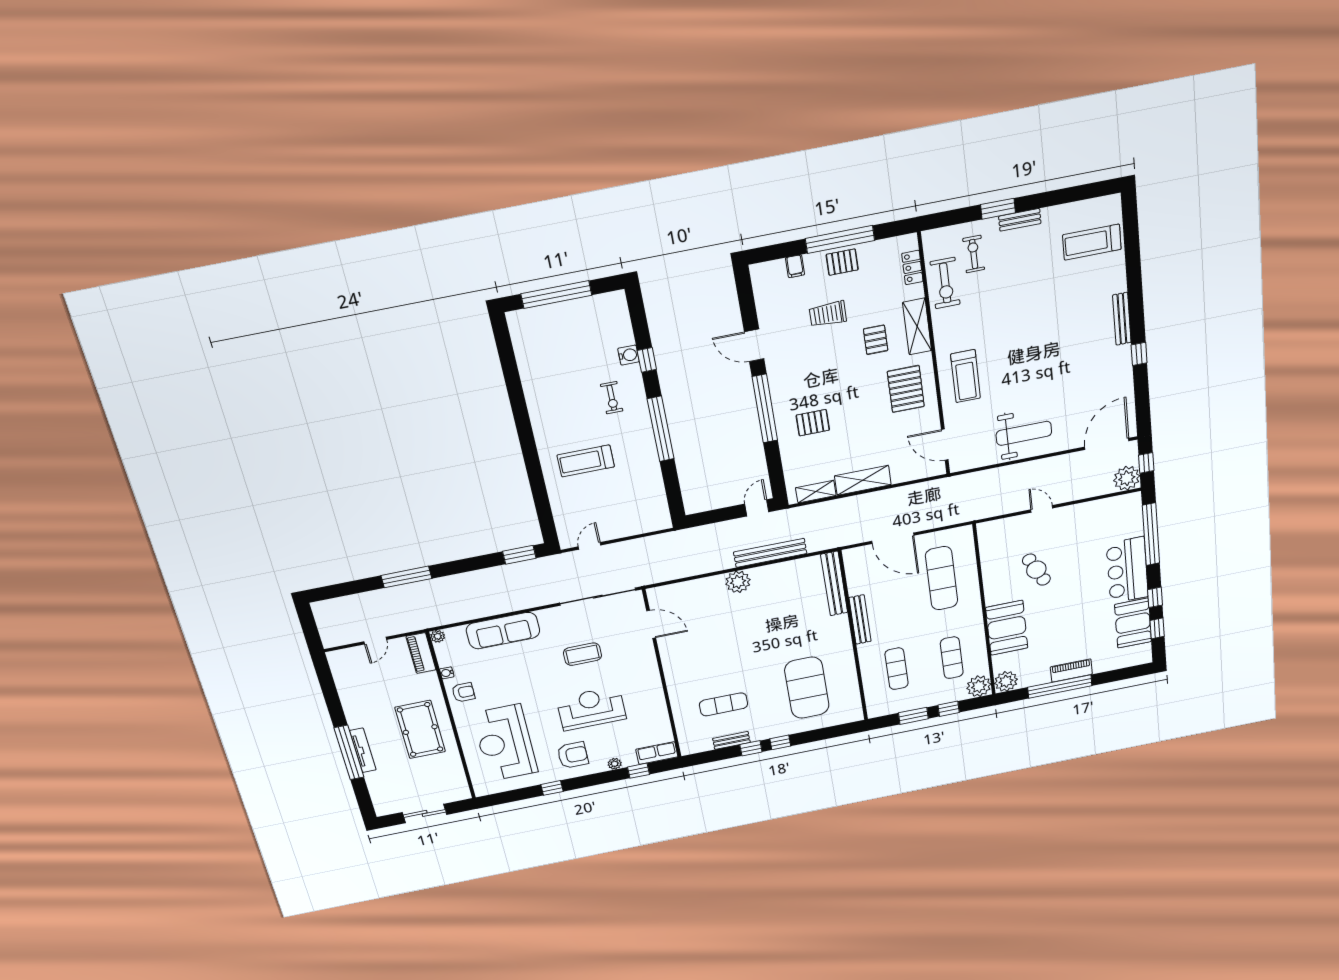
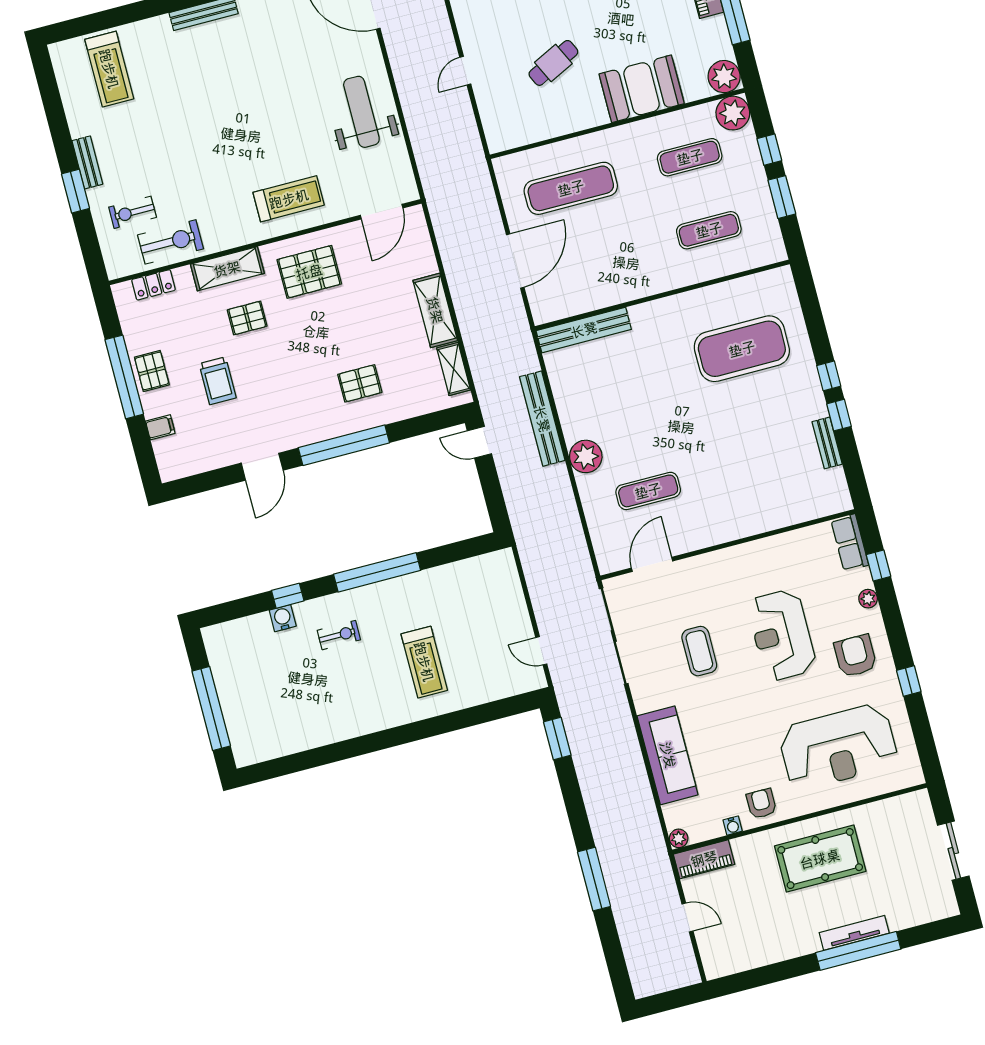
pallet: (813, 423) -> (360, 383), turned 90
bench: (860, 620) -> (636, 289), removed
exercise mat: (724, 704) -> (648, 491), moved, turned 90

